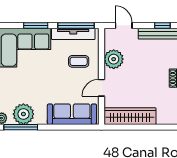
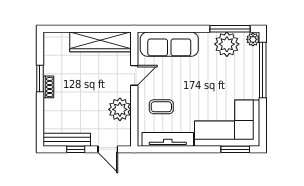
window: (36, 25) -> (235, 149), moved
window: (76, 25) -> (164, 149), removed
window: (162, 25) -> (76, 149), moved

